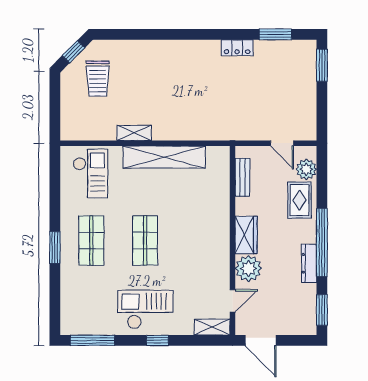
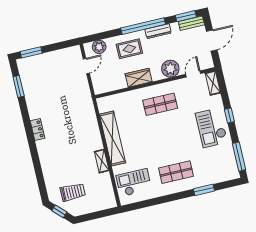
locker: (237, 48) -> (37, 129), moved
bench: (243, 177) -> (191, 23), moved
rug: (300, 200) -> (129, 49), moved
wardrobe: (246, 235) -> (139, 78), moved
shop shelf: (145, 240) -> (160, 104), moved
window: (55, 247) -> (204, 190), moved
door: (233, 301) -> (193, 74), hinge flipped
door: (261, 340) -> (212, 40), moved

